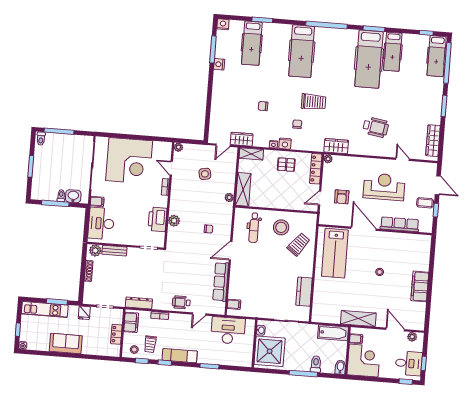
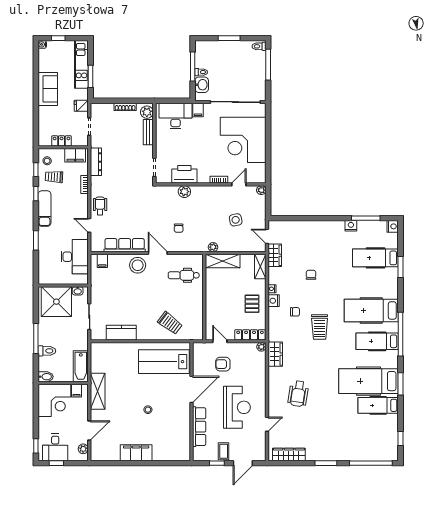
hospital bed: (437, 56) -> (377, 341), moved
stool: (281, 227) -> (138, 265), moved

